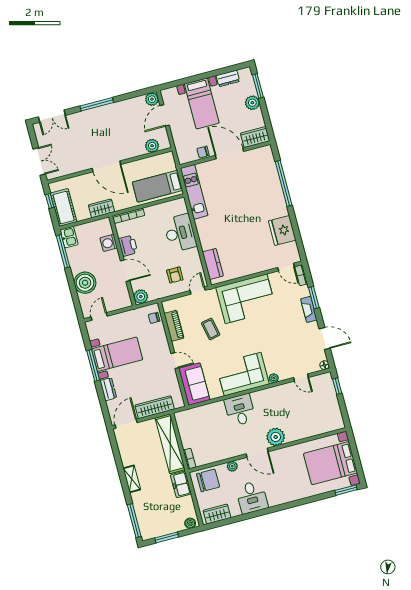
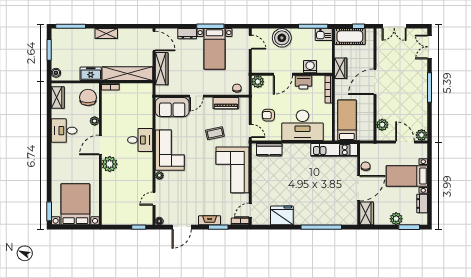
desk: (180, 233) -> (303, 125), width x1.36, depth x1.30
chair: (208, 480) -> (88, 97), turned 180

